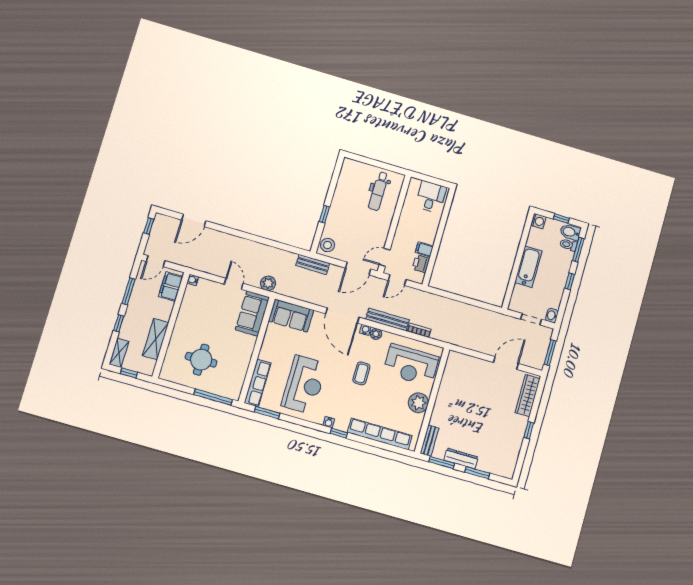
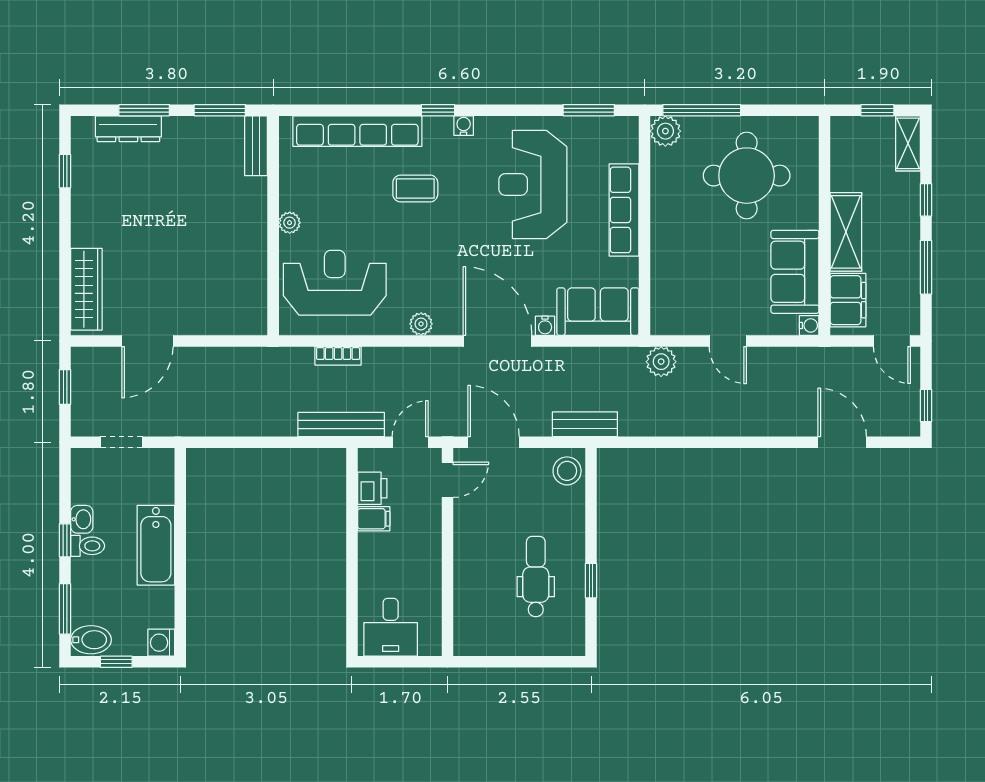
dental chair: (378, 191) -> (536, 577), moved
window: (324, 214) -> (591, 581), moved
door: (194, 220) -> (842, 442), hinge flipped
toilet: (568, 245) -> (88, 546), moved
door: (156, 261) -> (892, 341), swing flipped
door: (358, 269) -> (494, 442), hinge flipped
sofa: (252, 313) -> (795, 272), moved, turned 180
washbasin: (552, 316) -> (82, 519), moved
bench: (387, 320) -> (341, 424), moved
water cooler: (365, 330) -> (545, 326), moved
shelving: (156, 339) -> (846, 232), moved
window: (550, 353) -> (65, 387), width x0.67
round table: (201, 360) -> (747, 176), width x1.36, depth x1.36
coffee table: (361, 373) -> (415, 189), moved, turned 90
row of seats: (258, 383) -> (624, 210), moved
plant: (234, 392) -> (665, 131), added
plant: (418, 403) -> (290, 223), width x0.53, depth x0.53
window: (529, 430) -> (65, 171), moved
dresser: (461, 458) -> (128, 129), moved

